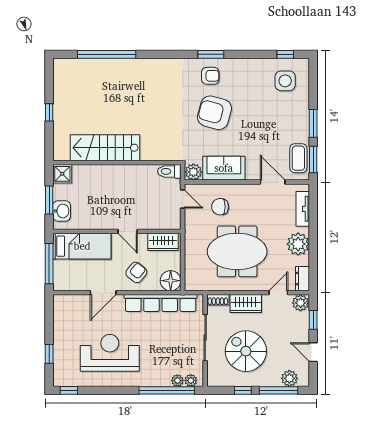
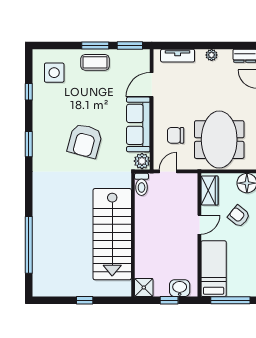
window: (285, 54) -> (29, 92), moved
armchair: (210, 76) -> (49, 145), removed
stairs: (105, 148) -> (112, 234), width x1.36, depth x1.51
coffee table: (298, 158) -> (95, 62), moved
sofa: (224, 168) -> (138, 124), width x1.36
window: (49, 200) -> (169, 300), width x0.67
chair: (220, 207) -> (176, 135), turned 90
plant: (298, 244) -> (212, 55), width x0.53, depth x0.53
meeting table: (237, 251) -> (219, 140), moved

